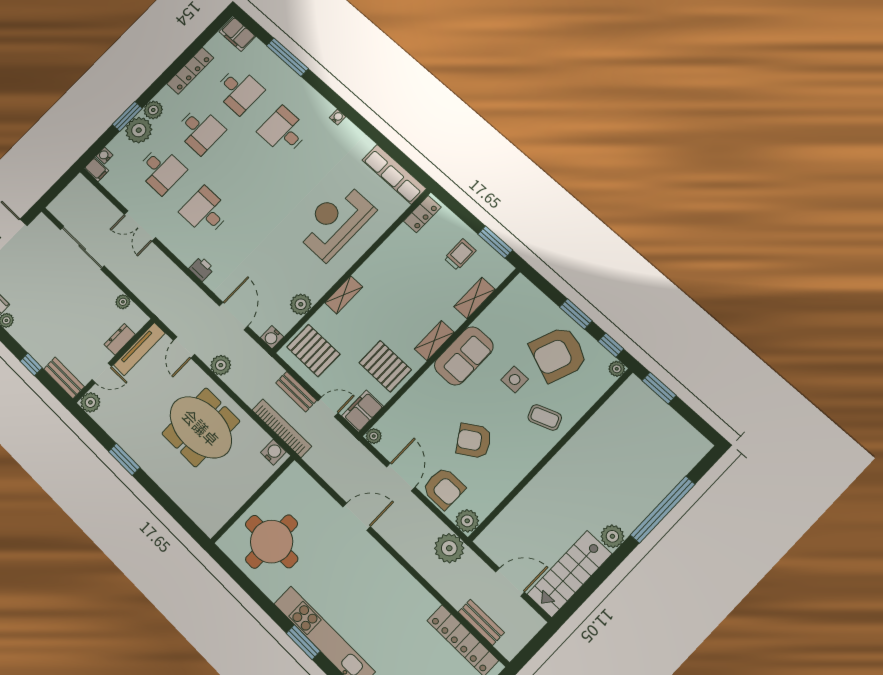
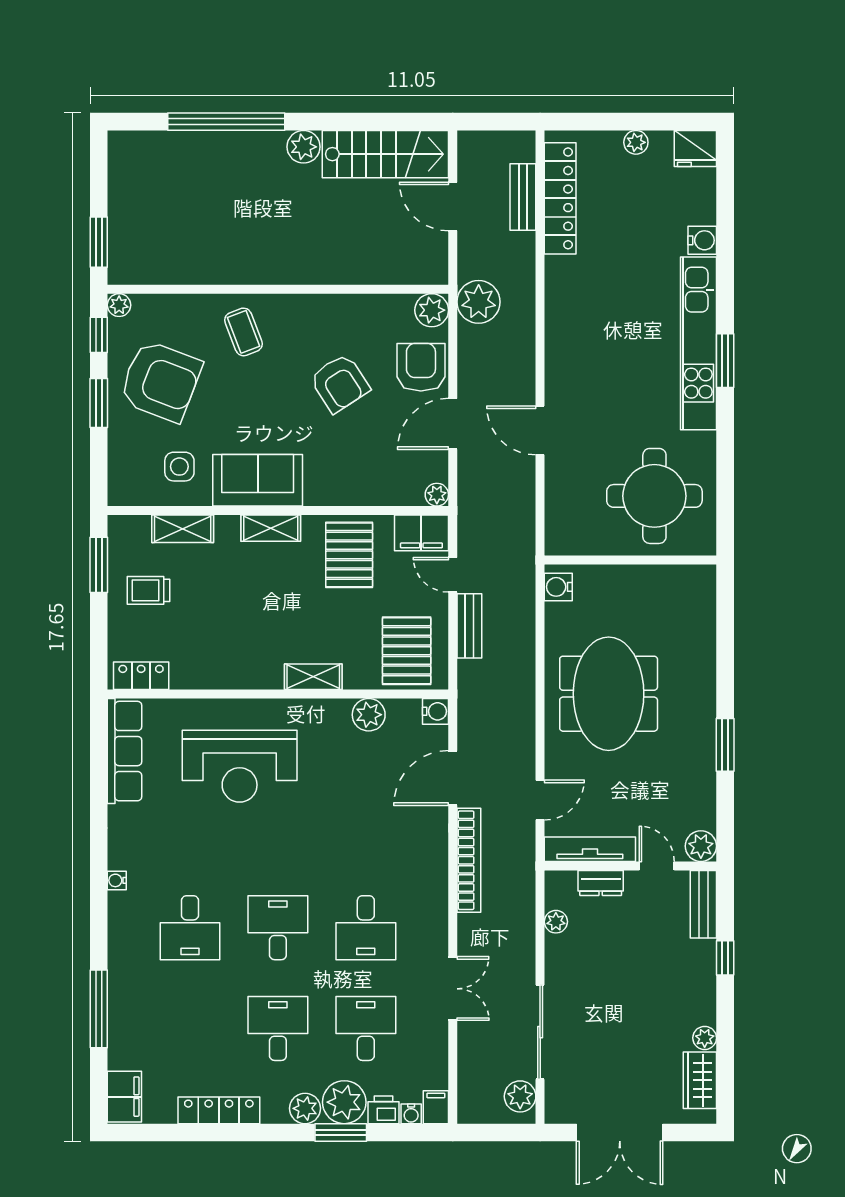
desk: (239, 90) -> (278, 928), moved
printer: (201, 269) -> (383, 1110), moved, turned 90
plant: (221, 365) -> (520, 1096), moved
side table: (515, 379) -> (179, 467), moved
bookcase: (282, 428) -> (469, 860), moved, turned 180

